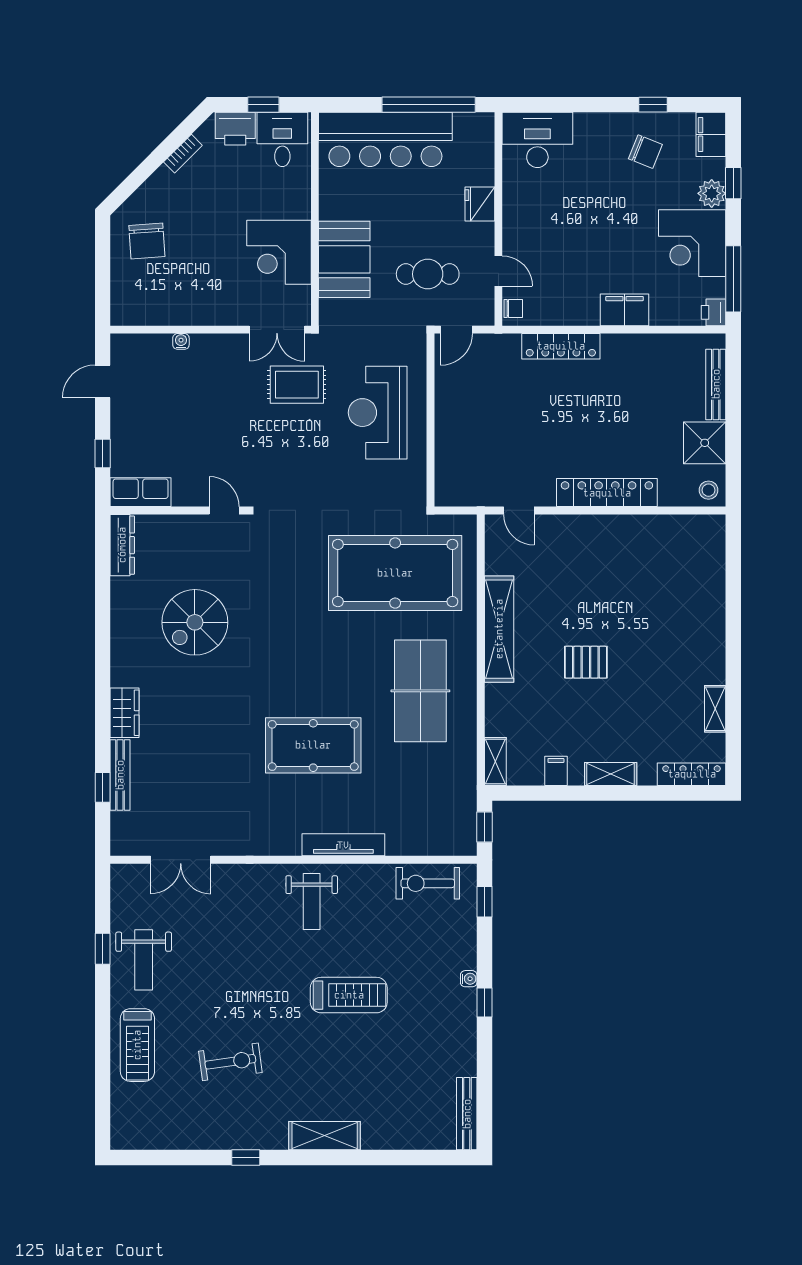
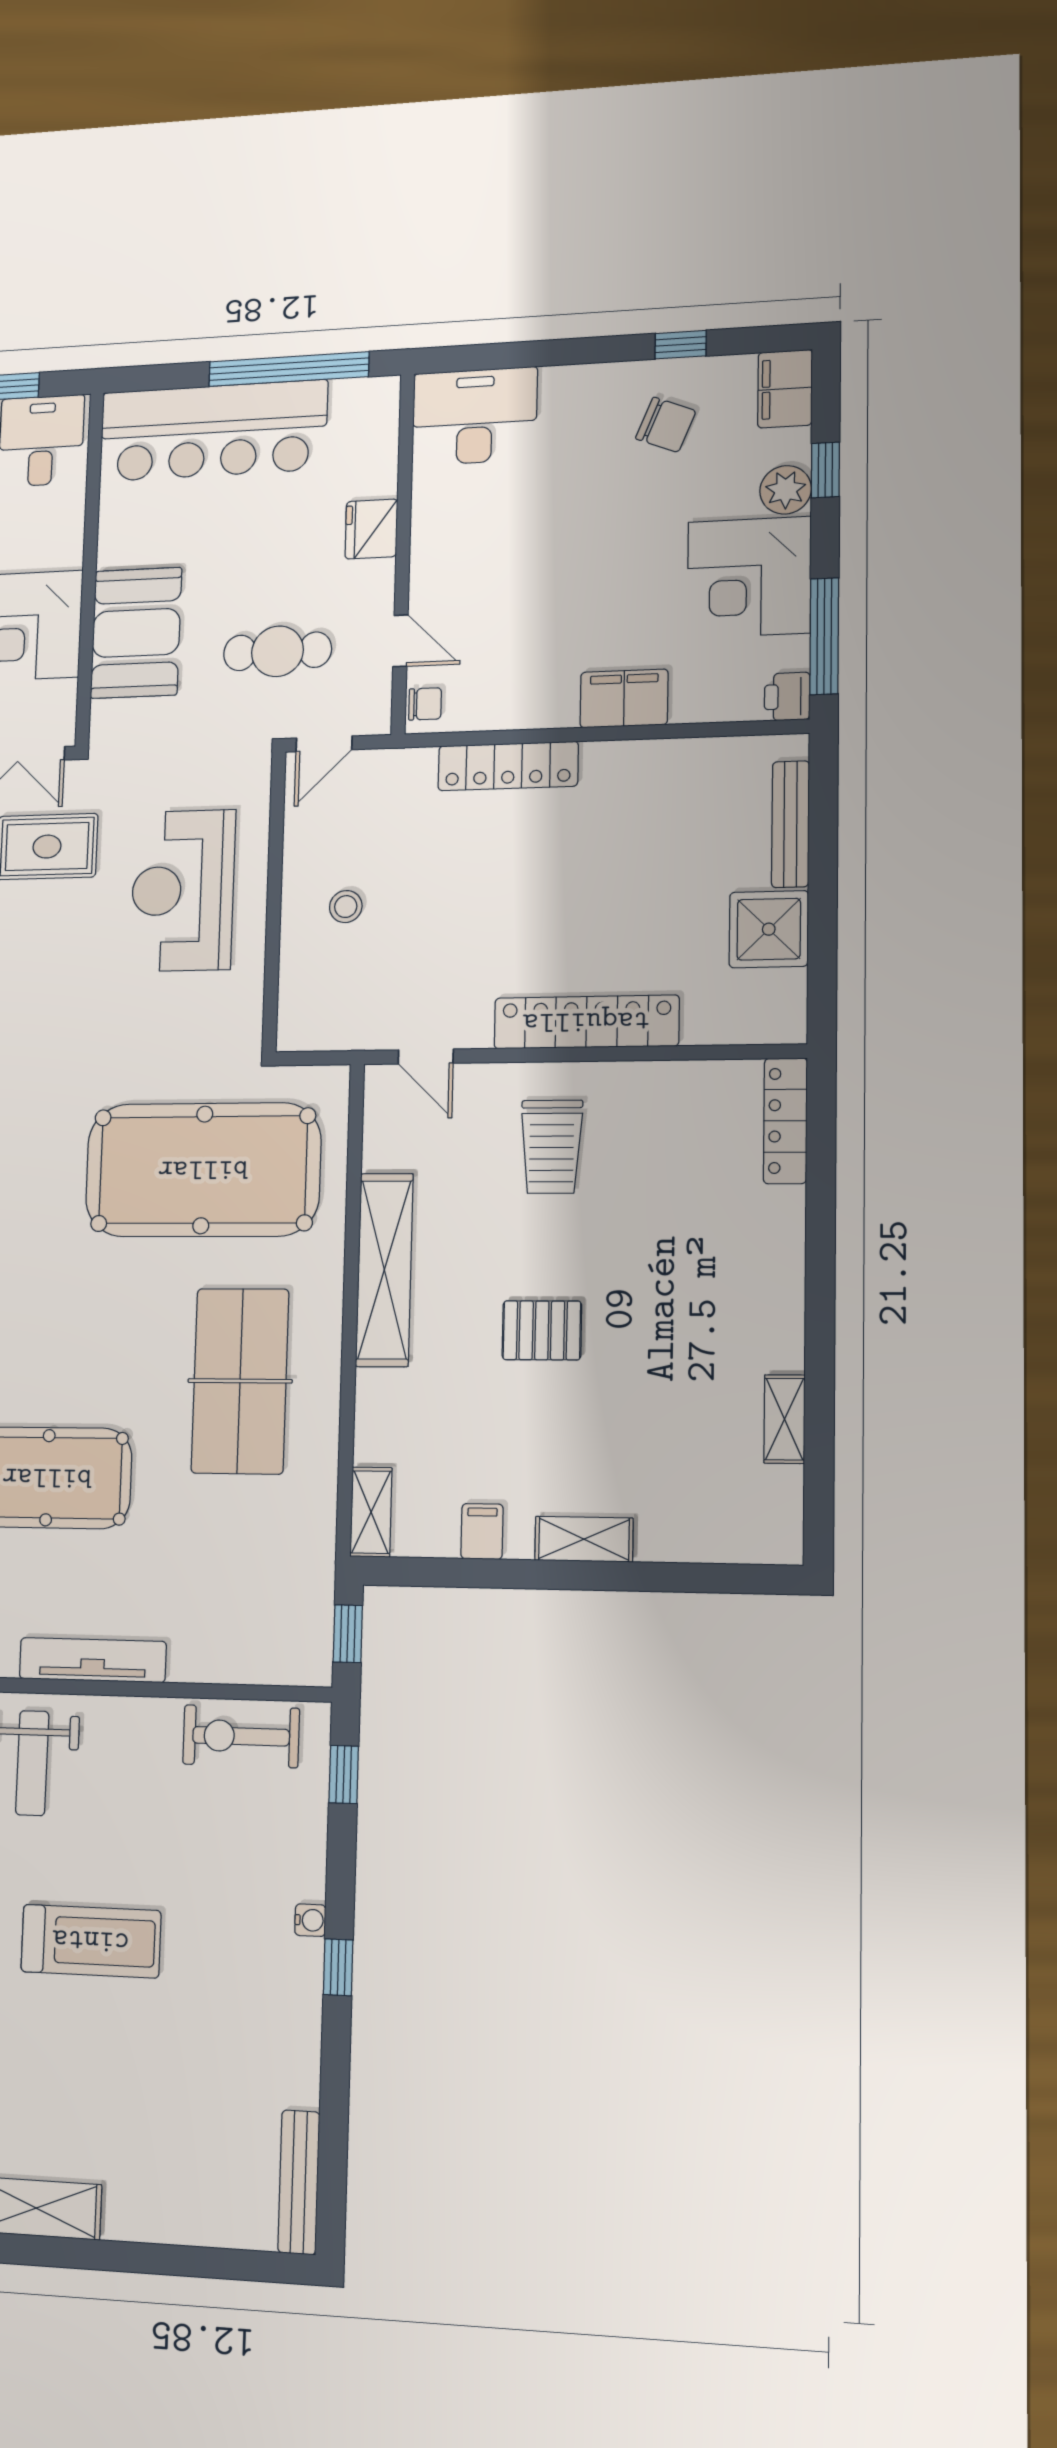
stool: (708, 490) -> (346, 907), moved
trolley: (589, 562) -> (552, 1147), added
locker: (692, 774) -> (785, 1121), moved, turned -90

